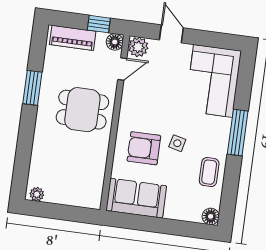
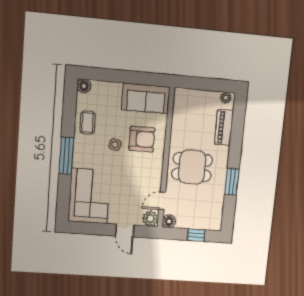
window: (99, 24) -> (196, 235), moved
piano: (73, 38) -> (224, 127), moved, turned -90

